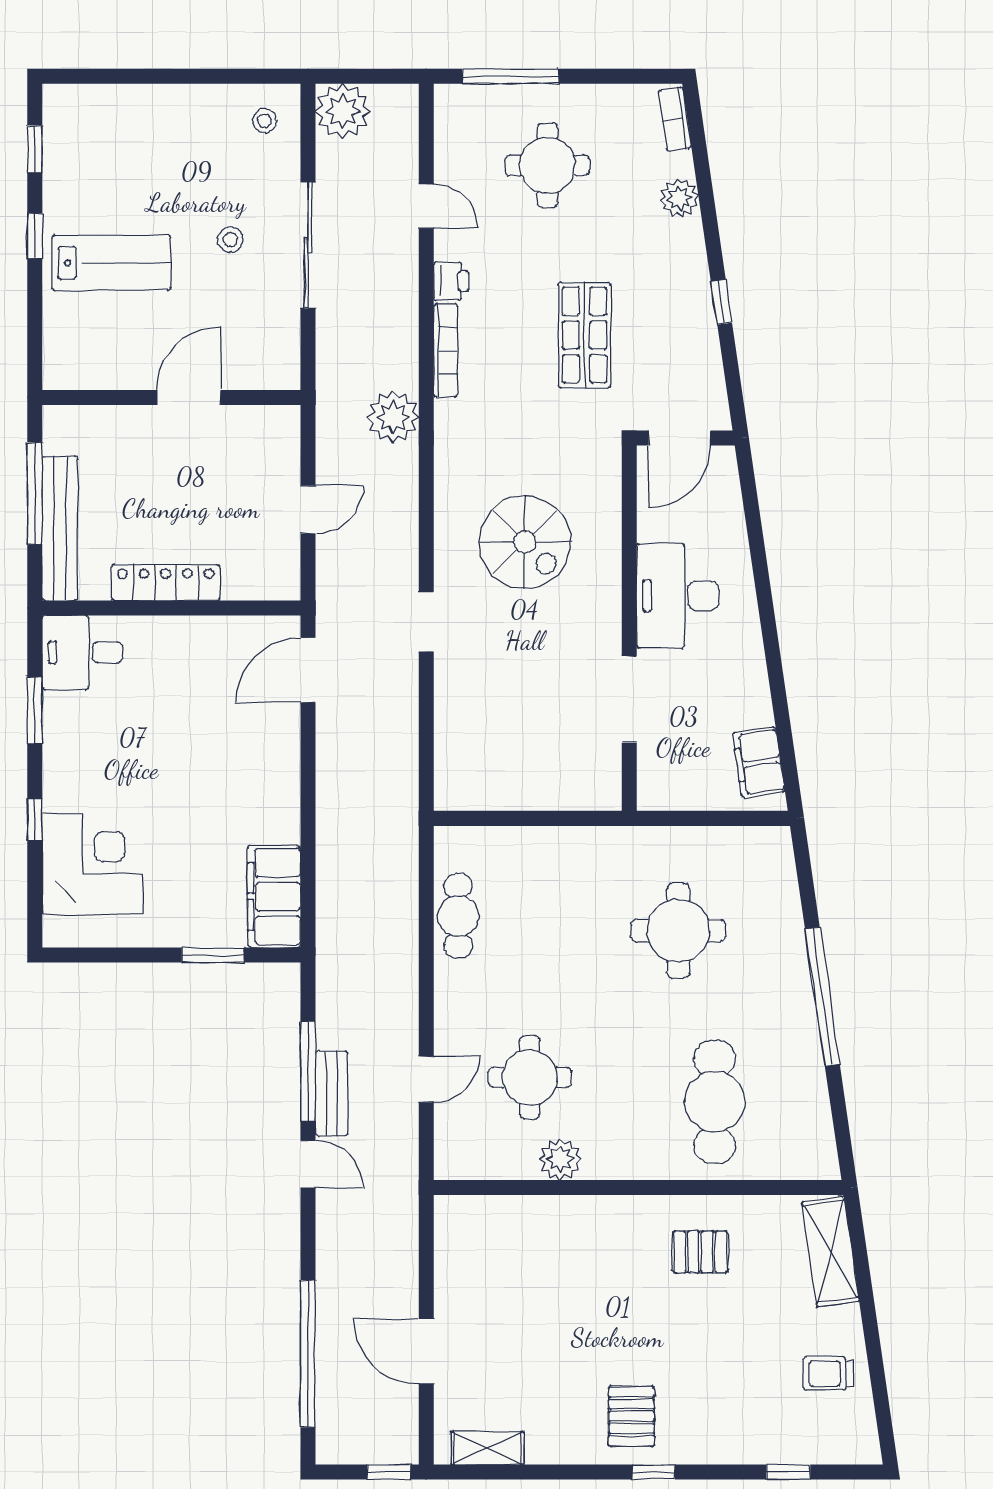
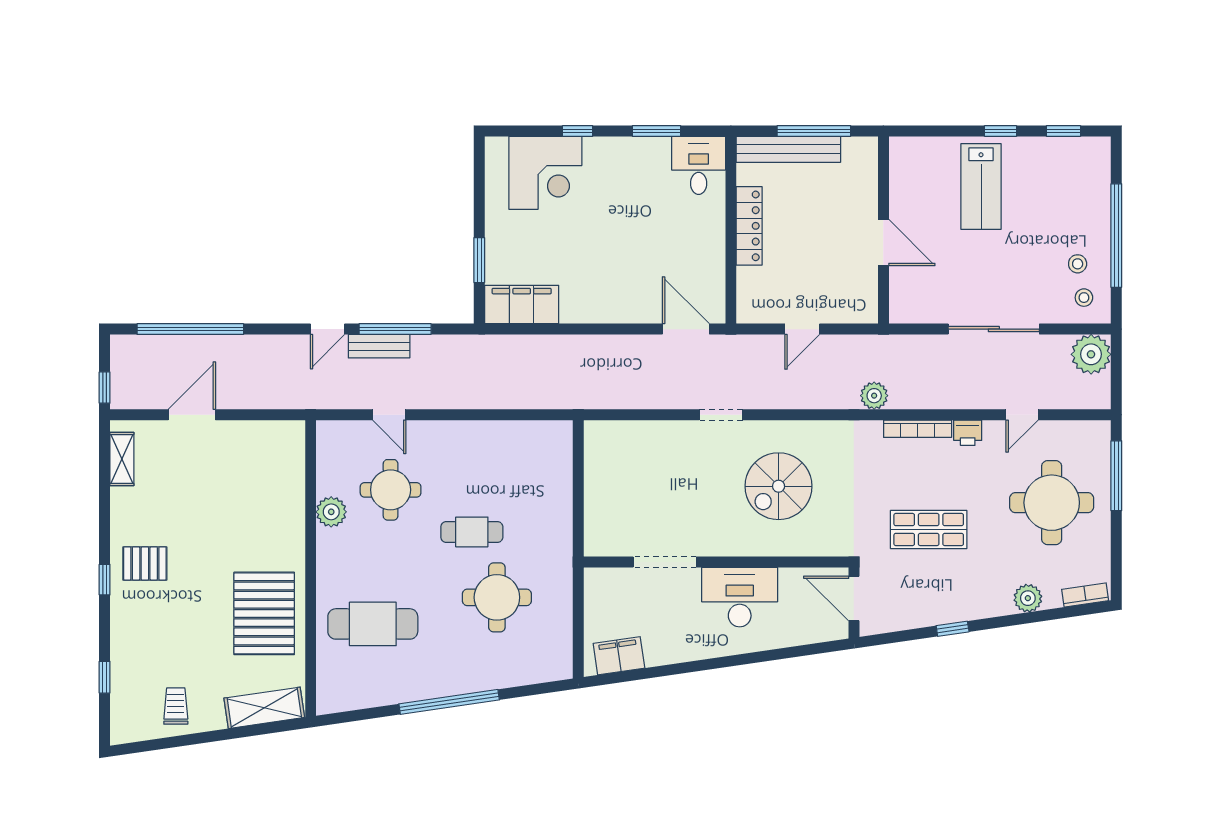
window: (179, 76) -> (1116, 236), added
round table: (547, 165) -> (1052, 503), width x1.36, depth x1.36
stool: (230, 240) -> (1078, 264), moved
plant: (393, 417) -> (874, 396), width x0.73, depth x0.73
door: (308, 510) -> (802, 329), hinge flipped
cafe table: (458, 916) -> (472, 532), moved
pallet: (700, 1252) -> (264, 613), width x2.05, depth x2.00

